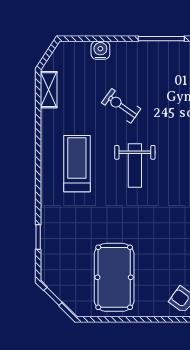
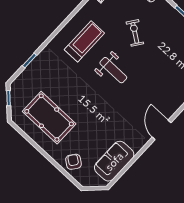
weight bench: (135, 166) -> (113, 70), turned -90
pool table: (114, 277) -> (49, 118), turned 90

